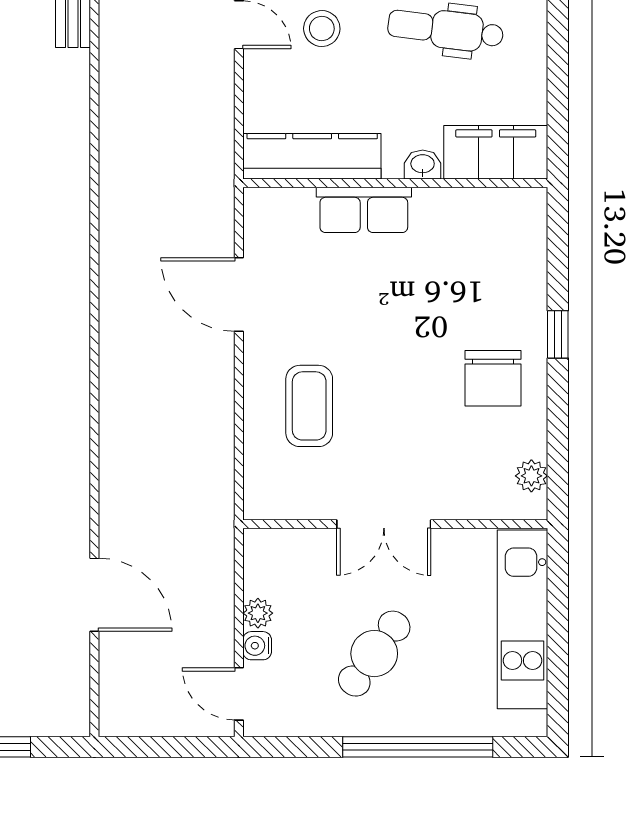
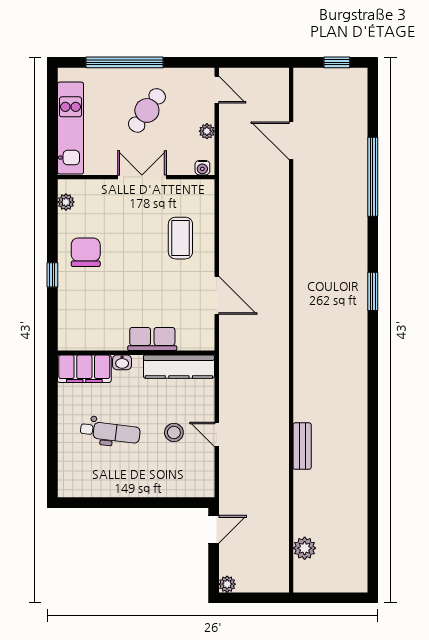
water cooler: (257, 646) -> (202, 168), moved, turned 90

